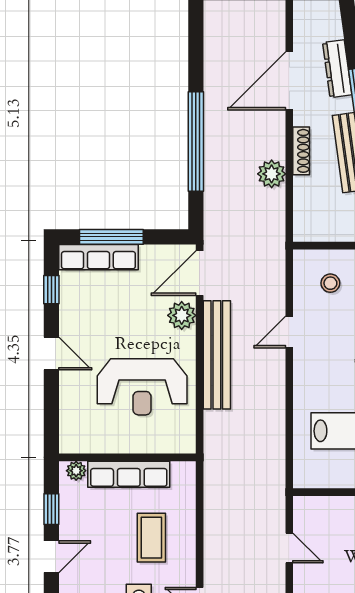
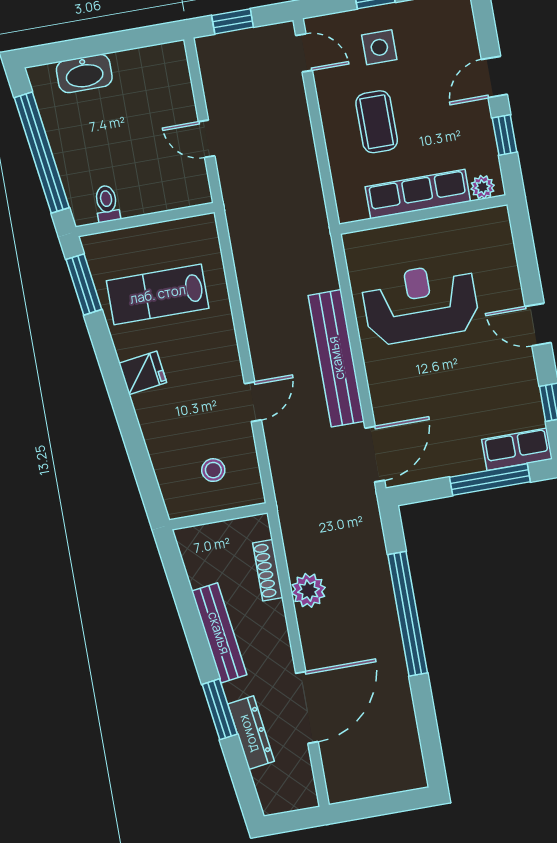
shoe rack: (301, 151) -> (268, 570), moved
row of seats: (98, 257) -> (517, 449), width x0.68
plant: (182, 315) -> (387, 399), removed

